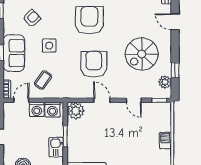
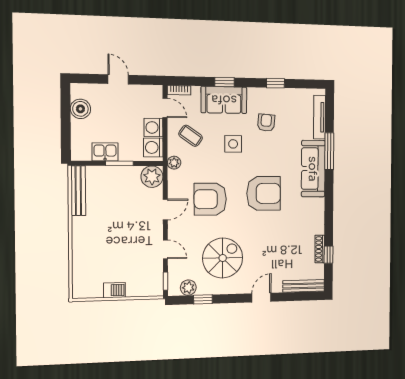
armchair: (32, 18) -> (266, 123), turned -133
spiral stairs: (142, 54) -> (223, 258), turned 90
armchair: (94, 64) -> (210, 199), turned 180
plant: (64, 93) -> (174, 163), added
door: (134, 100) -> (165, 249), swing flipped

